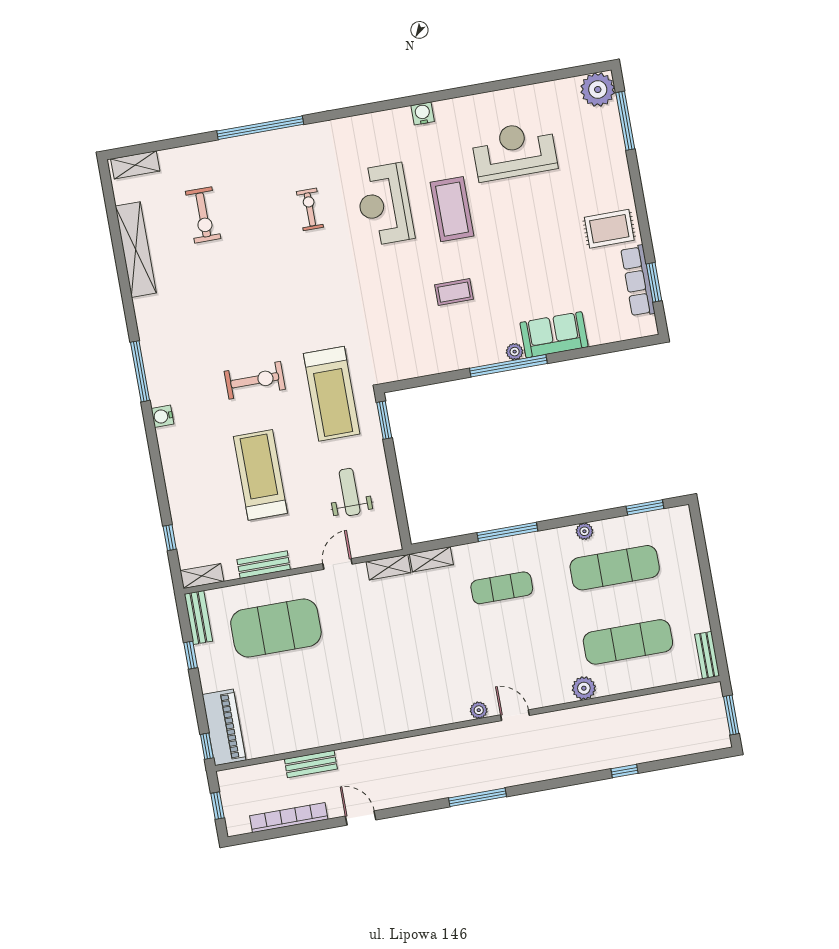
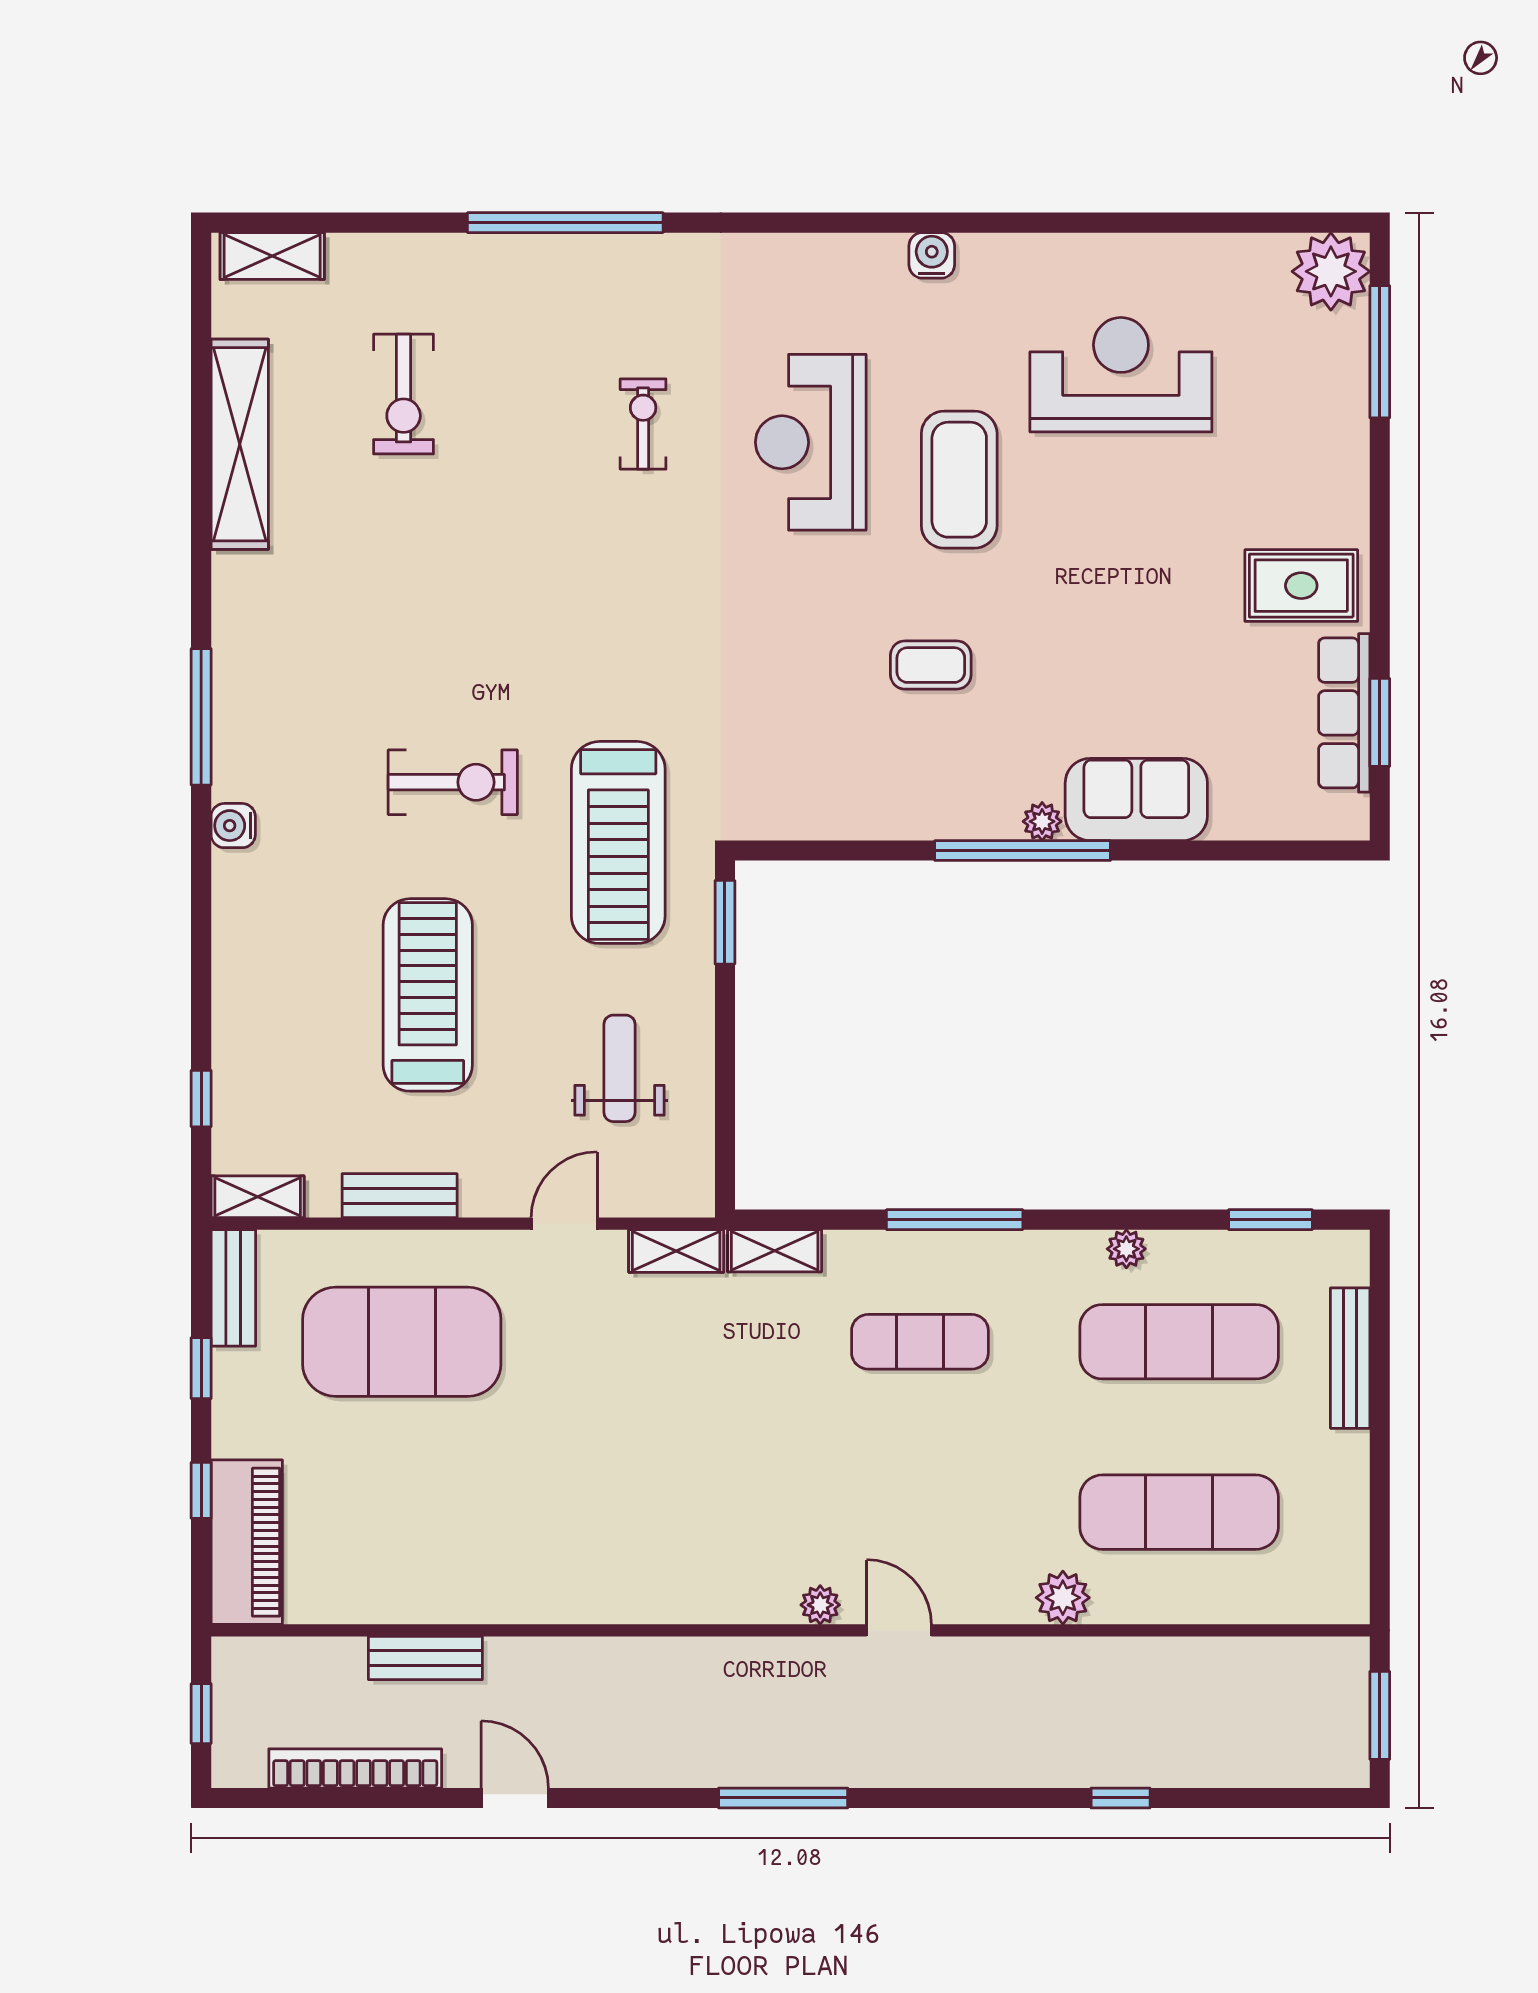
bench: (707, 655) -> (1350, 1358), moved, width x1.36
window: (207, 746) -> (201, 1490), moved

